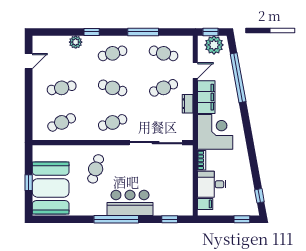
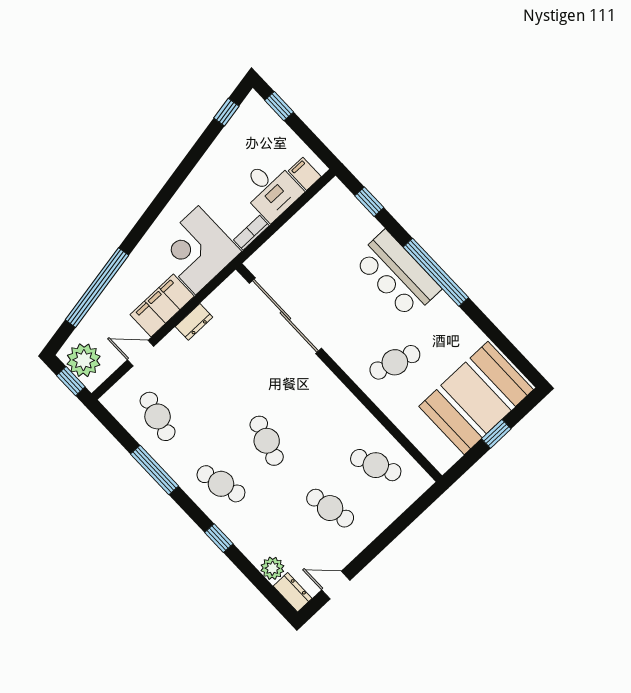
dresser: (42, 41) -> (293, 592), added
plant: (76, 42) -> (272, 568), moved
cafe table: (164, 88) -> (203, 373), removed
cafe table: (113, 122) -> (312, 398), removed

